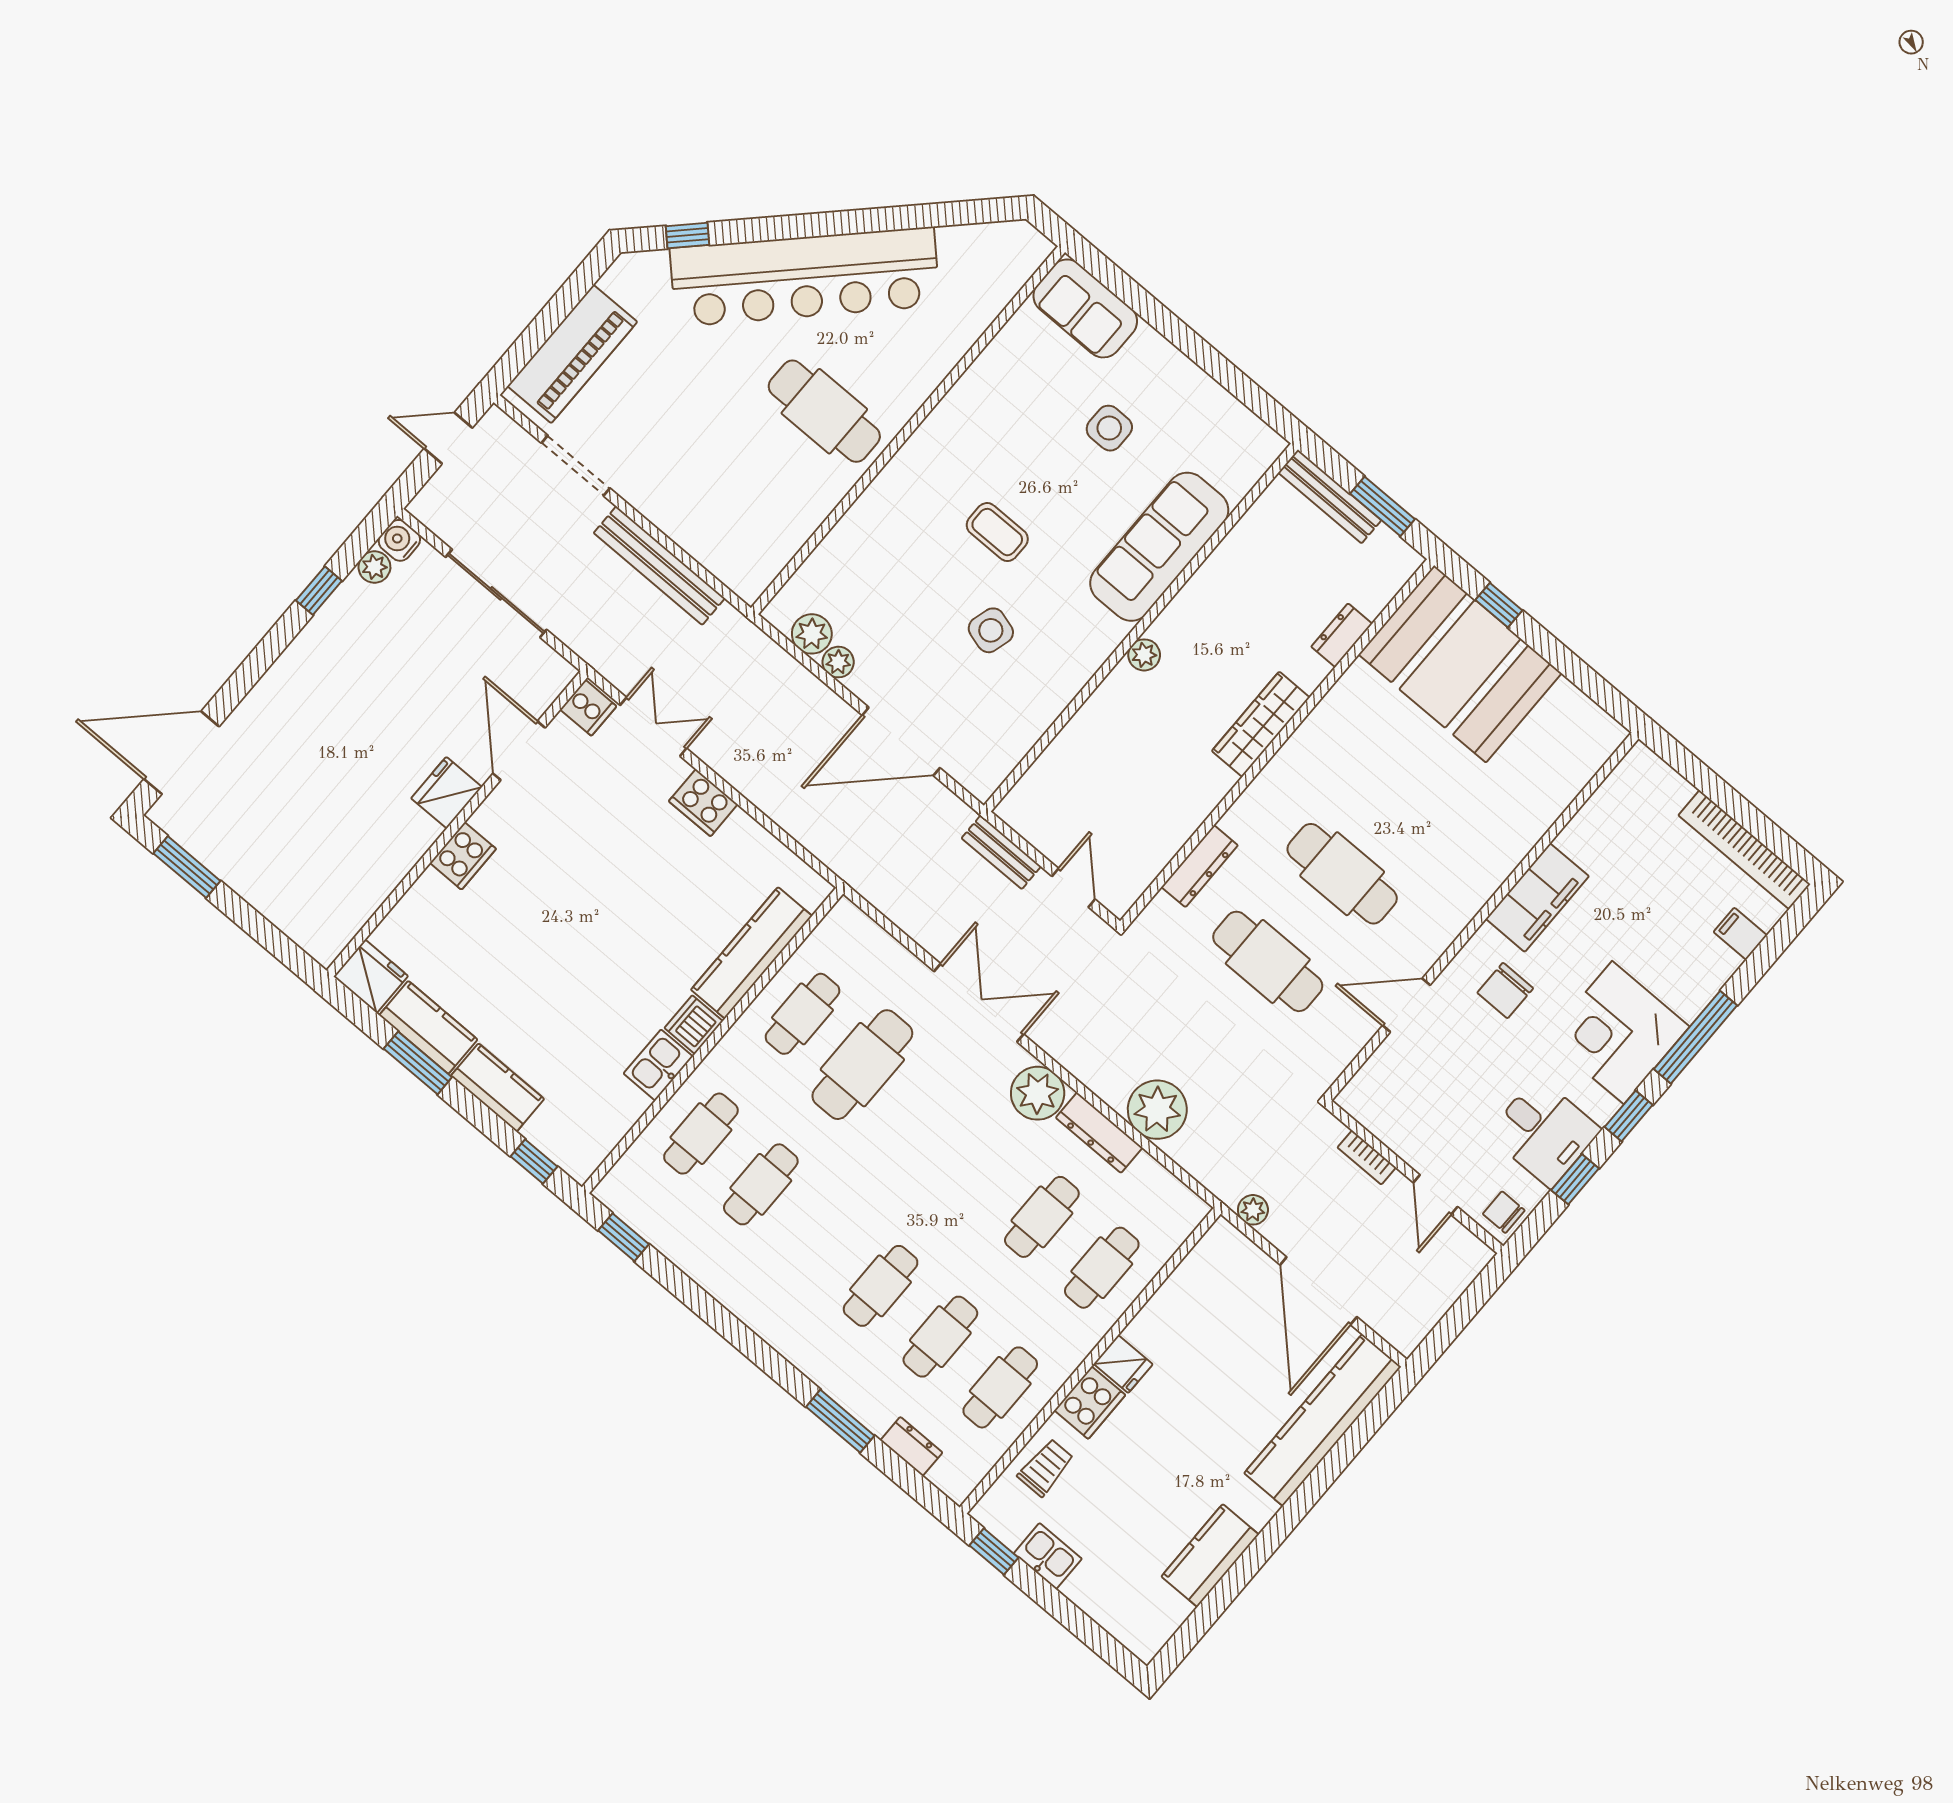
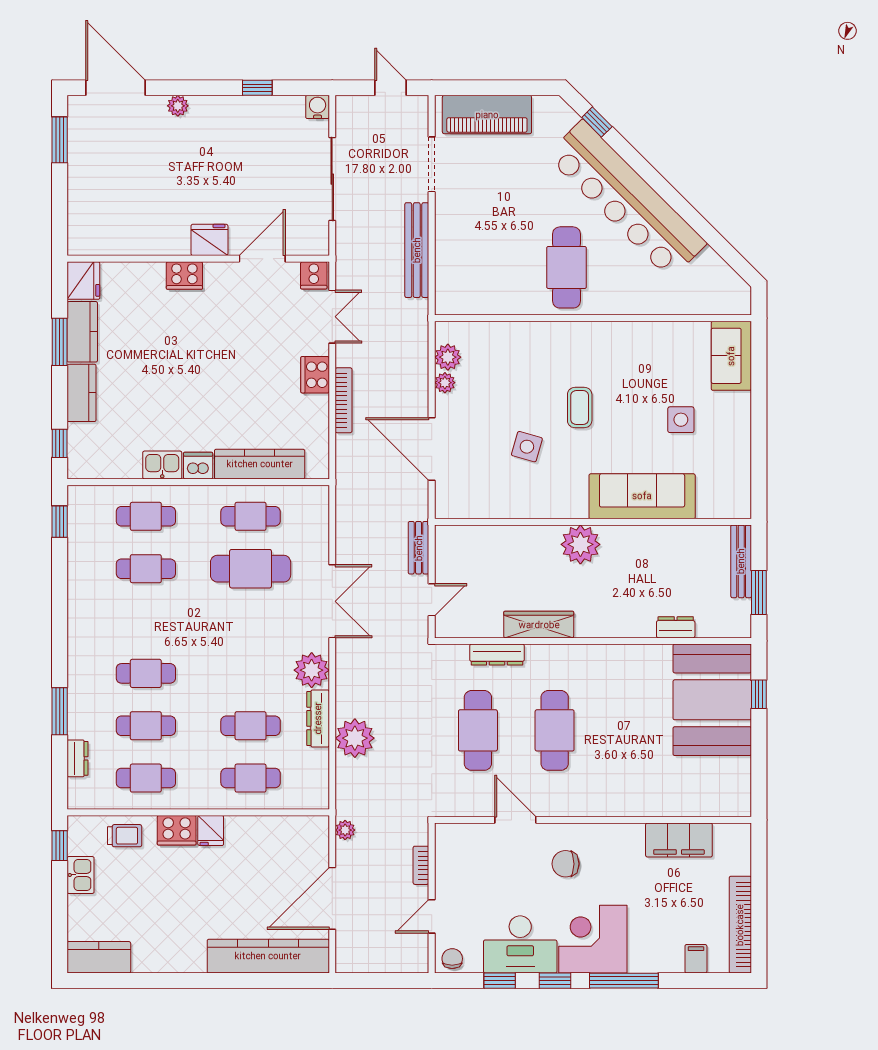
plant: (374, 567) -> (178, 106), moved
plant: (1144, 655) -> (580, 544), width x1.88, depth x1.88
wardrobe: (1261, 724) -> (539, 625), moved
bookcase: (760, 795) -> (344, 400), added
filing cabinet: (1537, 898) -> (679, 840), moved
desk: (1544, 1132) -> (520, 944), width x1.37
kitchen counter: (1210, 1556) -> (99, 957), moved

